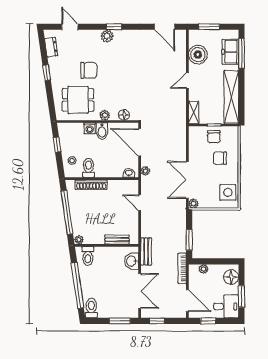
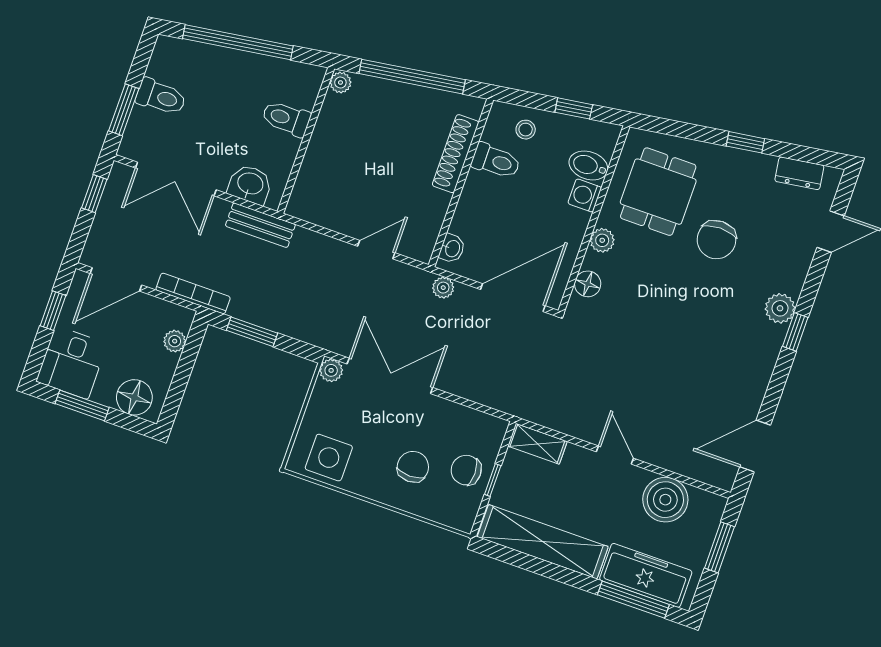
freezer: (230, 52) -> (646, 575), width x1.40
bidet: (102, 131) -> (588, 166), moved
bench: (117, 239) -> (311, 168), removed
toilet: (88, 256) -> (286, 118), moved
toilet: (91, 308) -> (161, 97), moved

